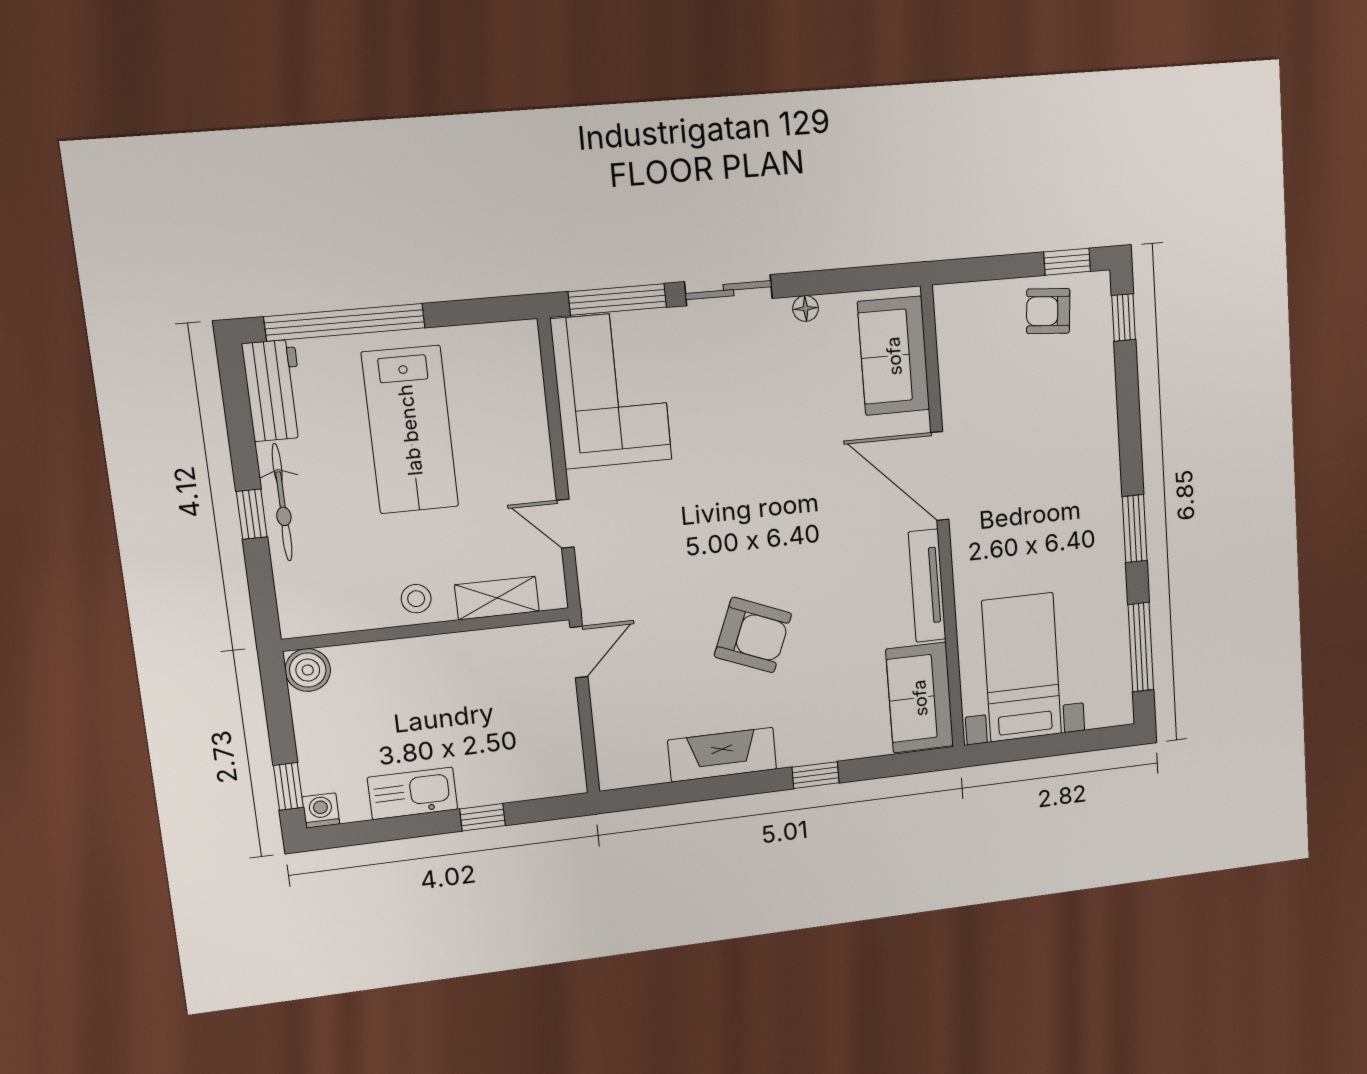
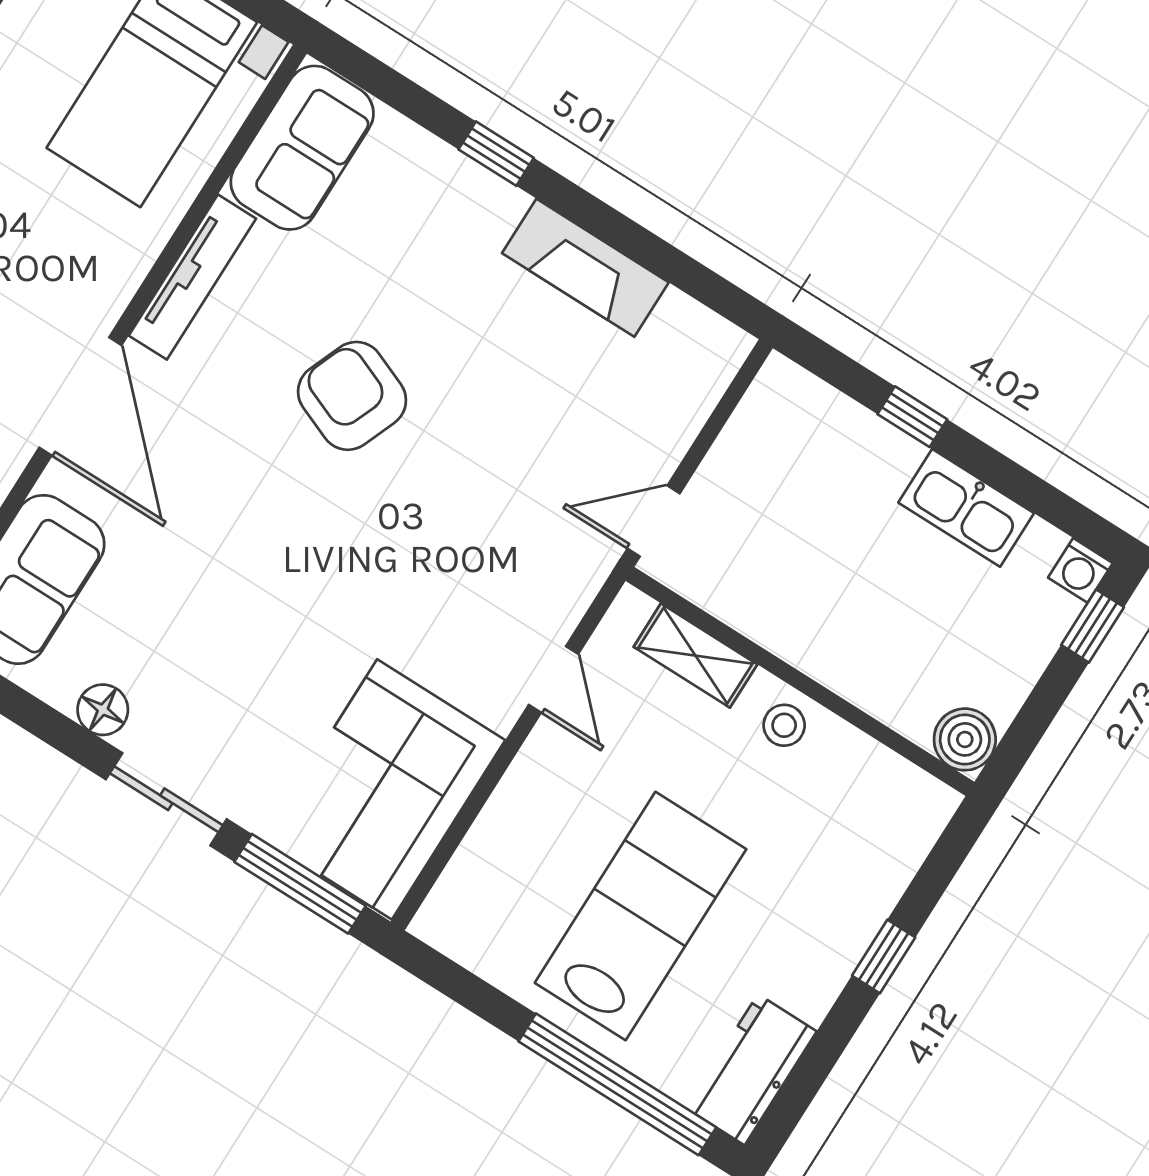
floor lamp: (806, 308) -> (103, 710), width x1.37, depth x1.37
bicycle: (282, 502) -> (841, 944), removed
armchair: (753, 635) -> (352, 396), moved

